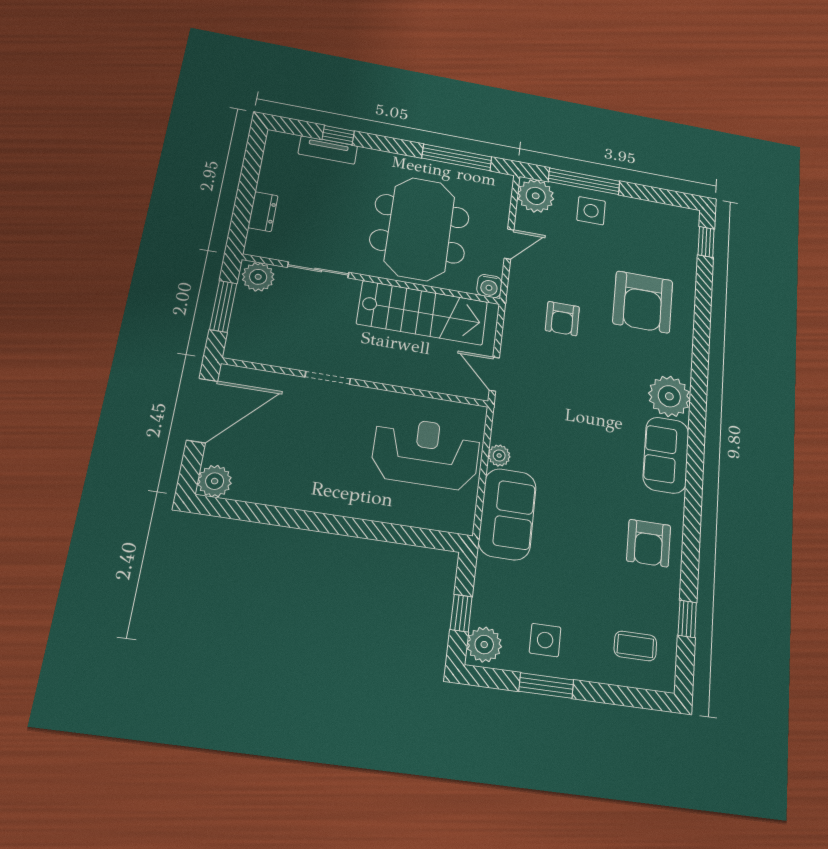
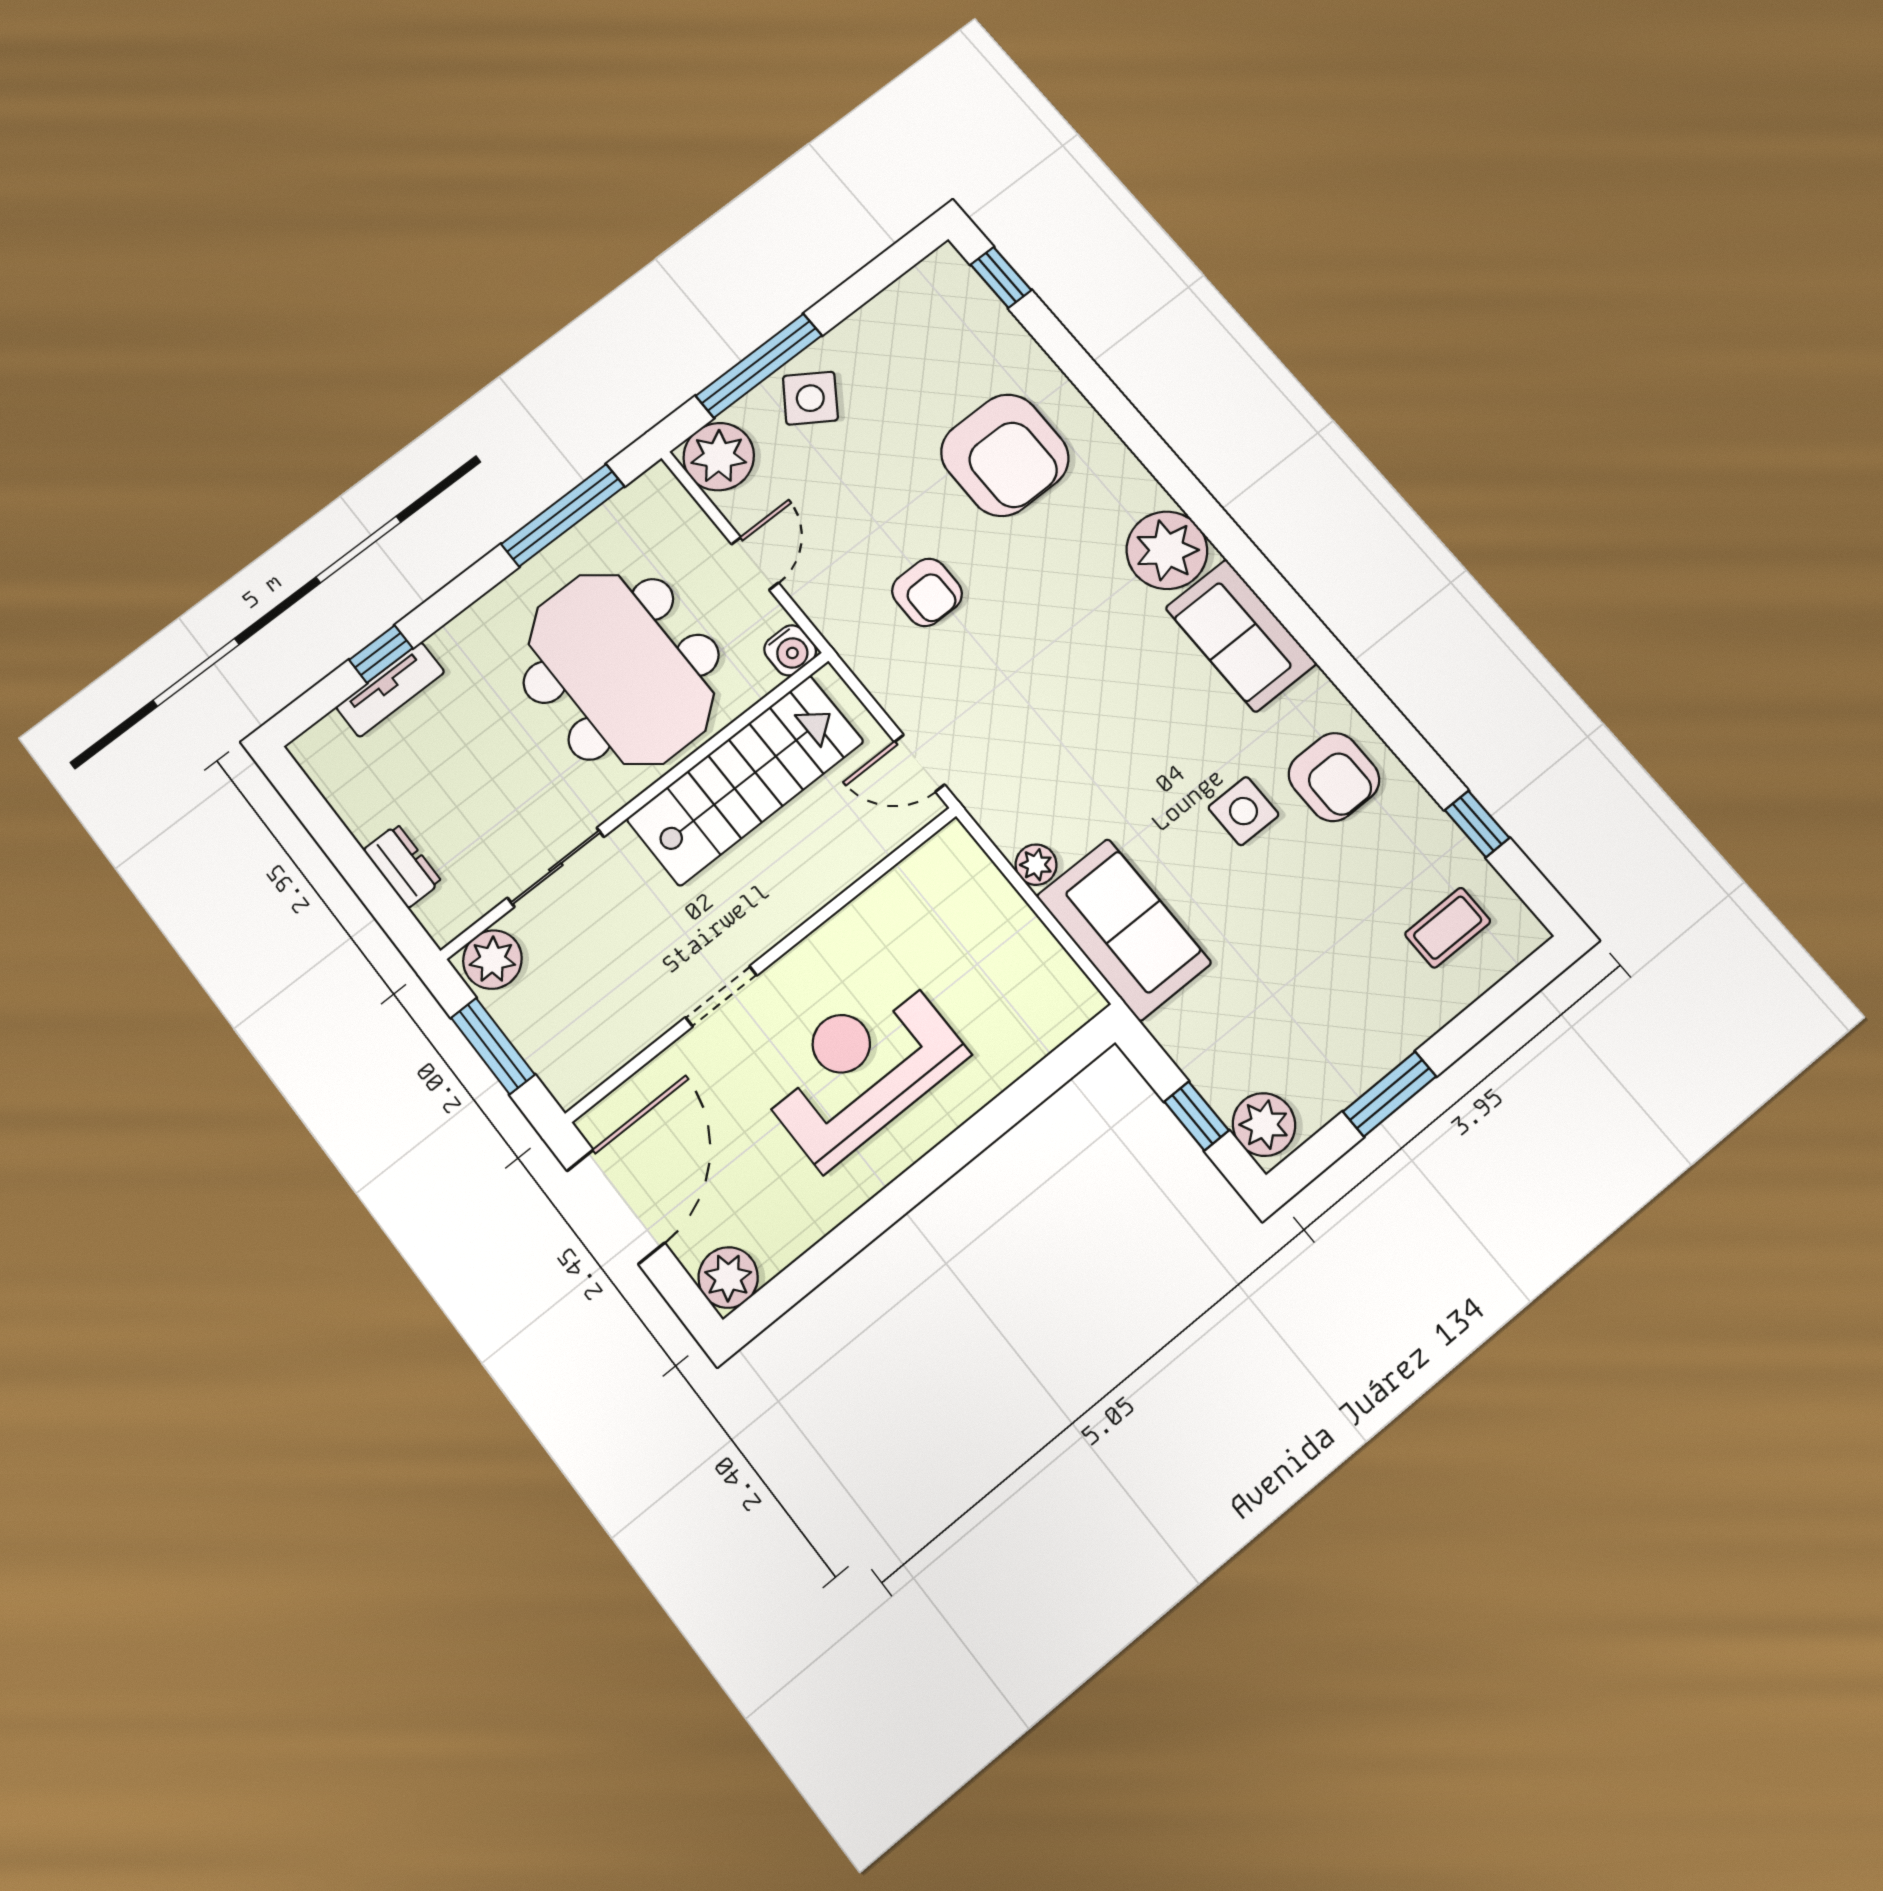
side table: (591, 211) -> (810, 398), turned 34
reception desk: (426, 453) -> (861, 1068), moved
side table: (545, 640) -> (1244, 811), moved

